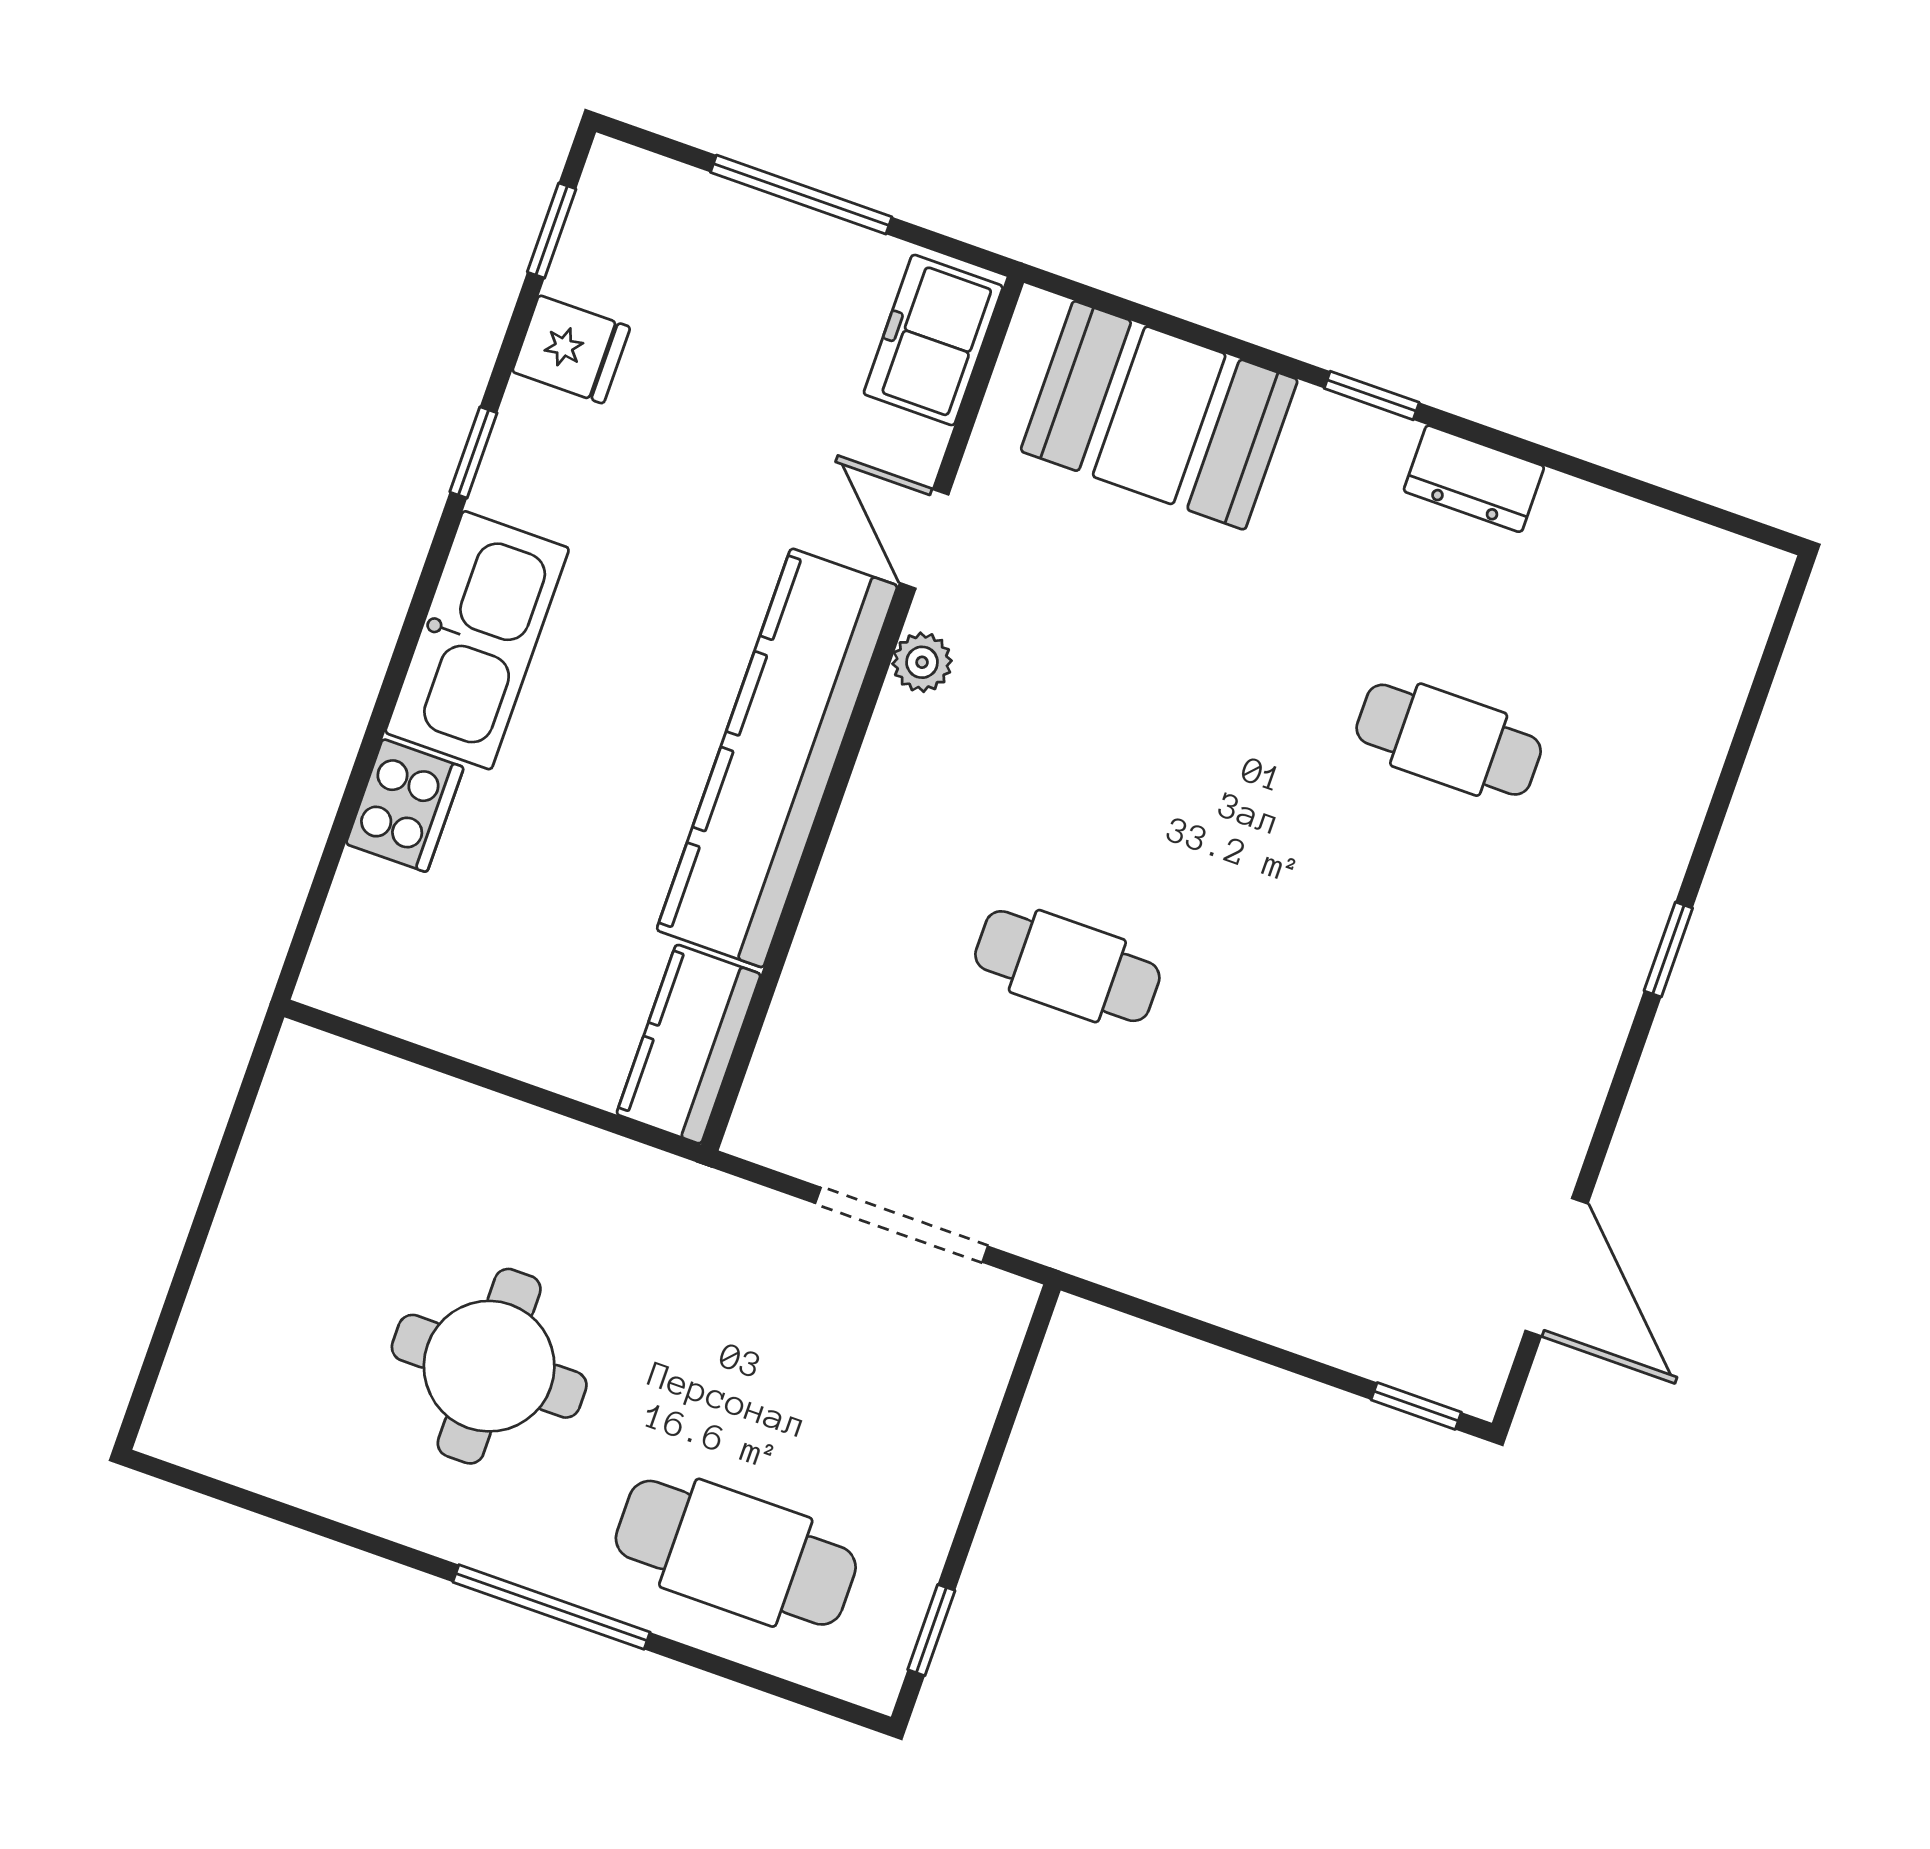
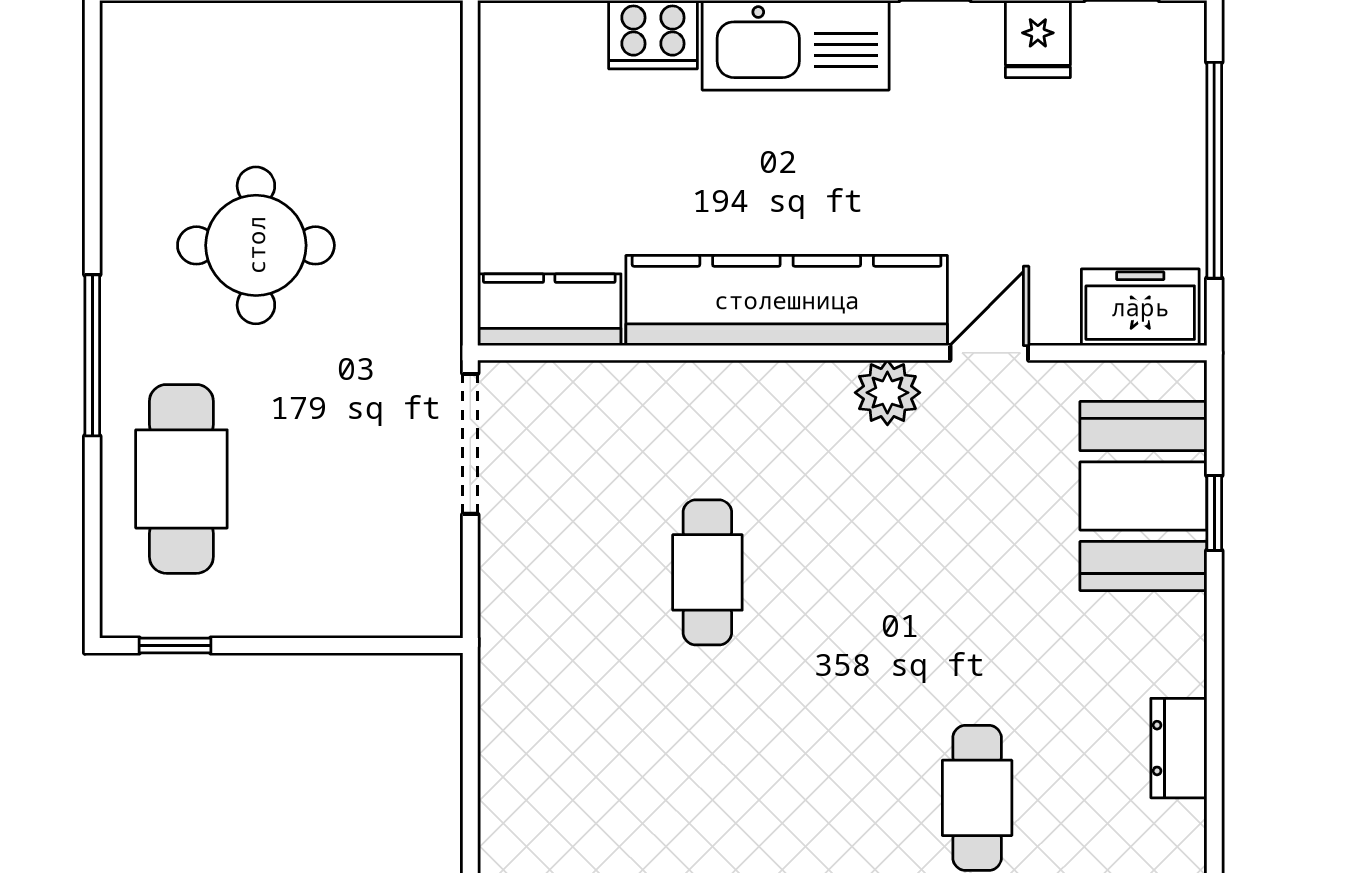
window: (801, 195) -> (1214, 170), width x1.46
window: (1372, 395) -> (1214, 513), moved
plant: (922, 662) -> (887, 393), width x1.38, depth x1.38
doorway: (902, 1225) -> (470, 444), moved

